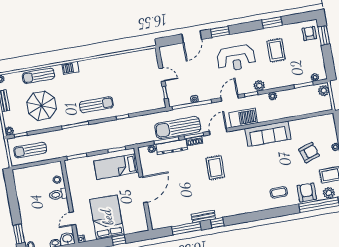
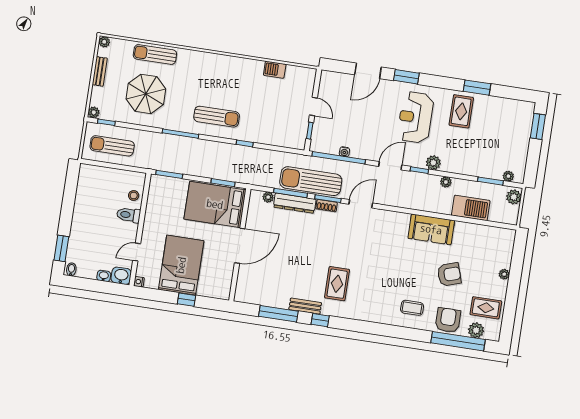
armchair: (309, 33) -> (520, 118), removed
rug: (276, 50) -> (461, 111), moved
reception desk: (236, 58) -> (416, 117), turned 90
barbecue: (71, 68) -> (275, 70), moved
barbecue: (243, 118) -> (471, 208), moved
sofa: (268, 134) -> (431, 229), width x0.73
armchair: (309, 153) -> (449, 274), moved
bed: (116, 167) -> (215, 204), width x1.50
rug: (215, 168) -> (337, 284), moved

